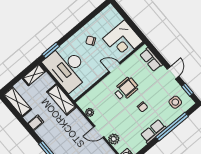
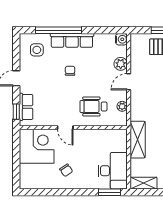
desk: (67, 68) -> (113, 171), width x0.73, depth x0.77
wheelchair: (126, 89) -> (93, 106), moved
window: (187, 90) -> (16, 112), moved
row of seats: (153, 131) -> (72, 40), width x1.48
door: (99, 132) -> (129, 82), swing flipped

